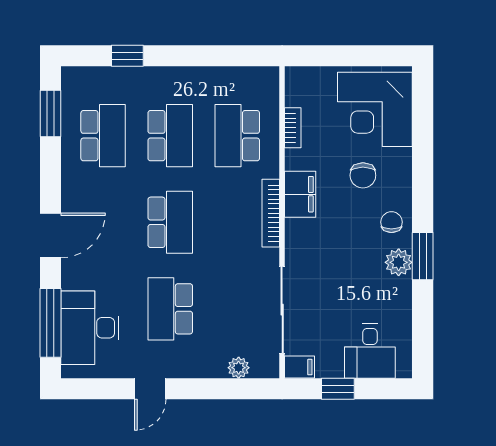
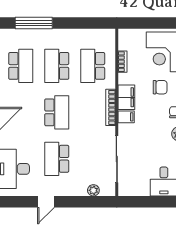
window: (127, 56) -> (34, 23), width x2.17
school desk: (170, 136) -> (57, 66), turned 180
chair: (363, 175) -> (160, 87), turned -90
filing cabinet: (300, 367) -> (126, 117), moved
window: (338, 389) -> (147, 202), removed

